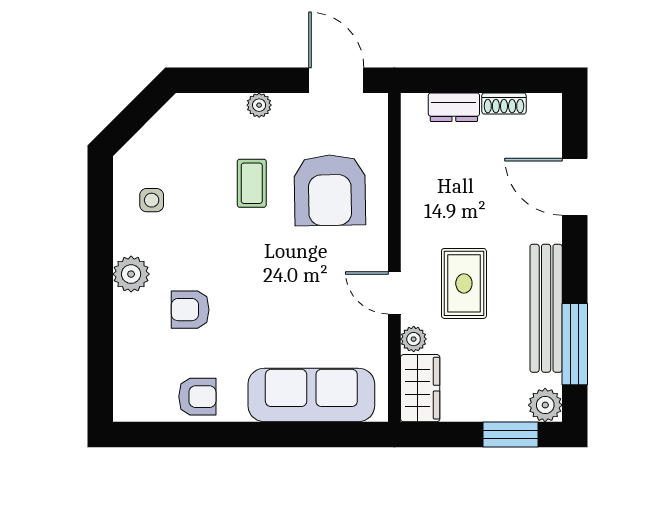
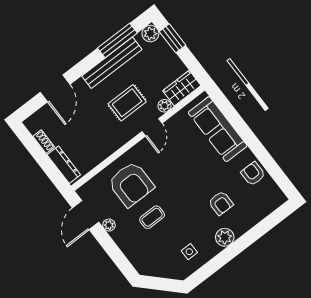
plant: (259, 105) -> (109, 225), moved
dresser: (454, 107) -> (64, 165), width x1.44
armchair: (330, 190) -> (131, 184), turned 91

